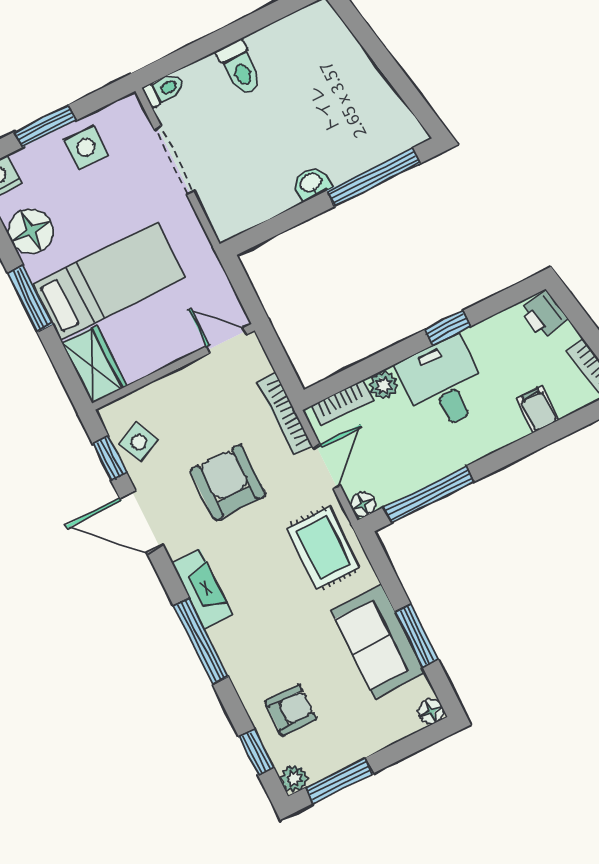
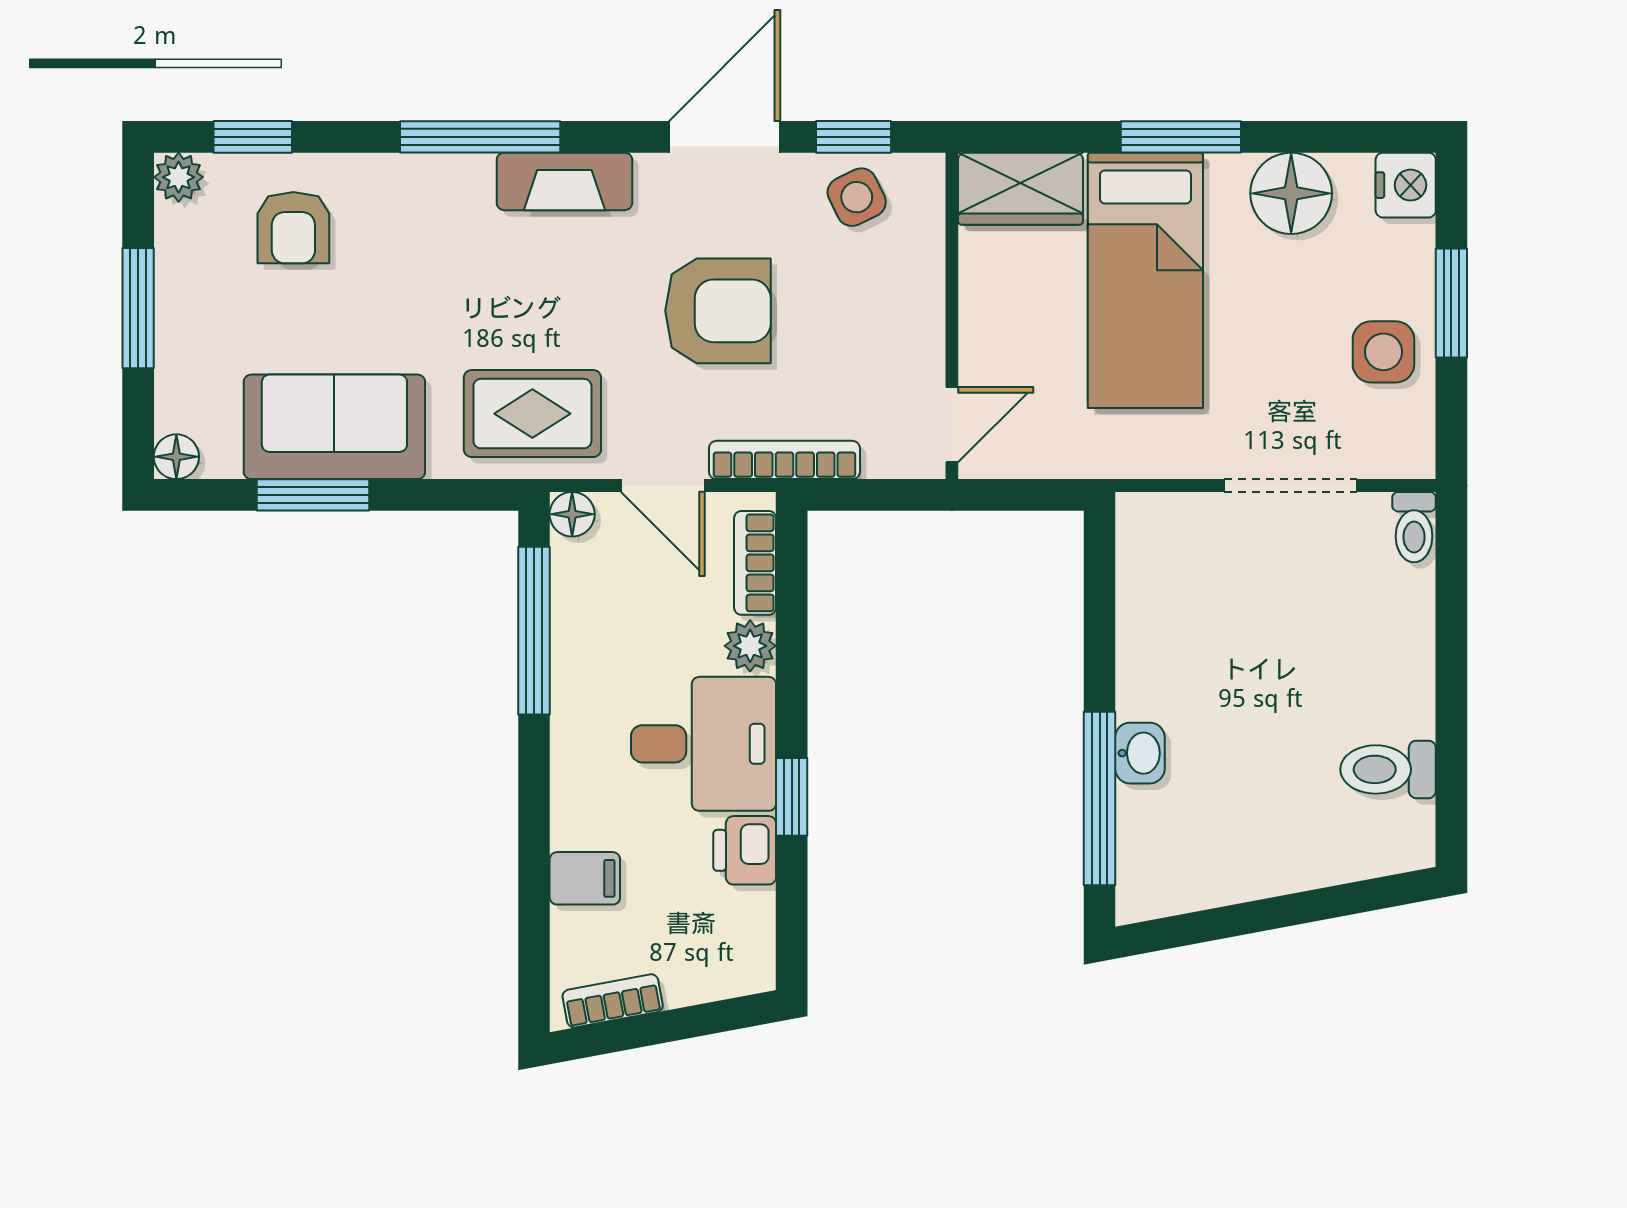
toilet: (240, 68) -> (1388, 769), moved
washbasin: (311, 183) -> (1140, 753), moved
printer: (544, 314) -> (745, 850), moved, turned -79
window: (339, 781) -> (138, 308), moved

